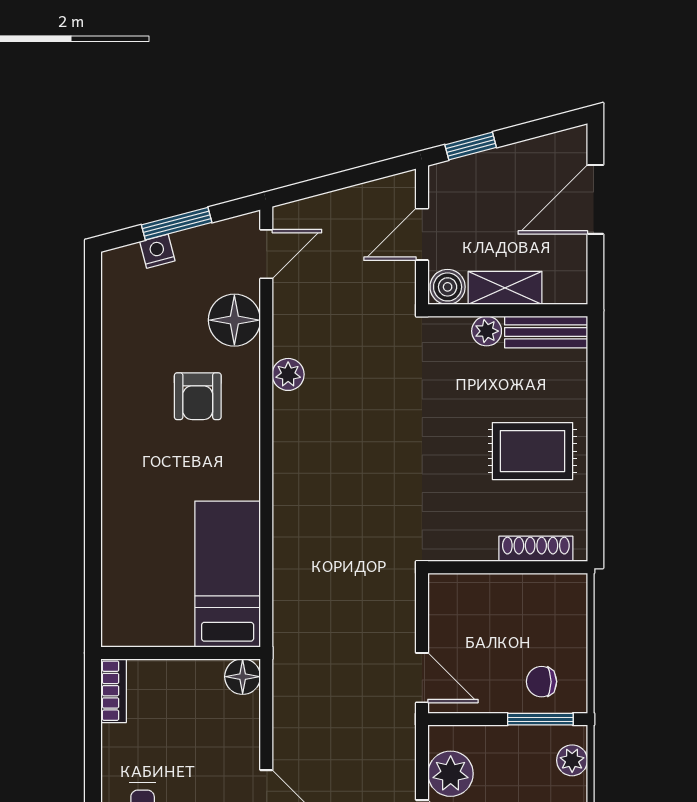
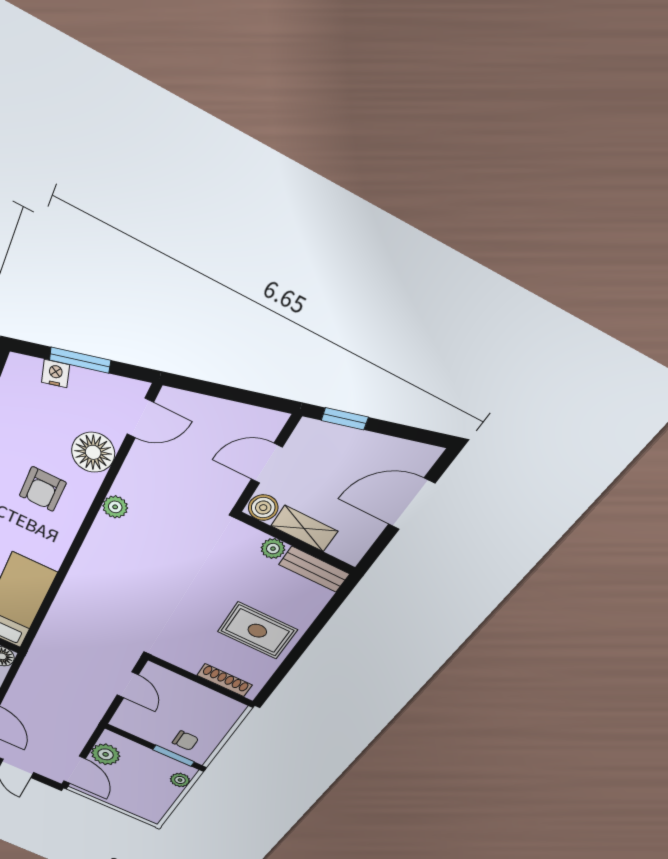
door: (422, 678) -> (128, 685), moved
chair: (542, 682) -> (185, 741), turned 180

